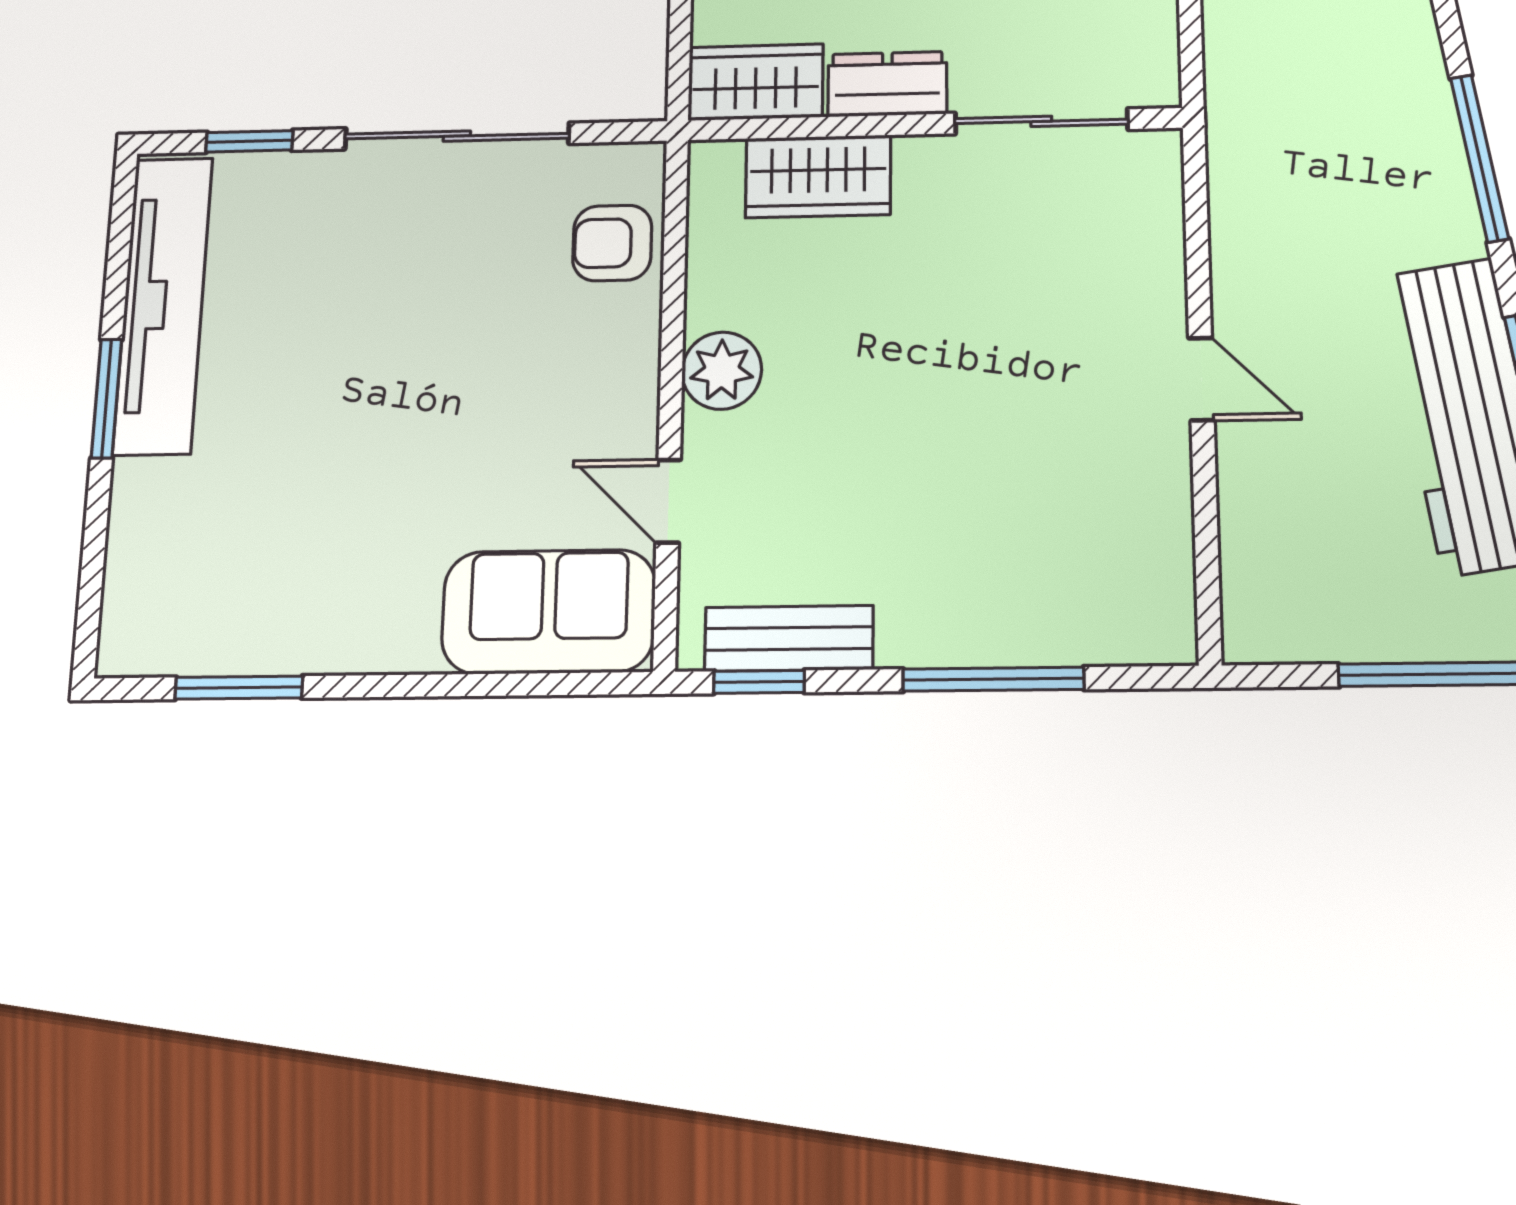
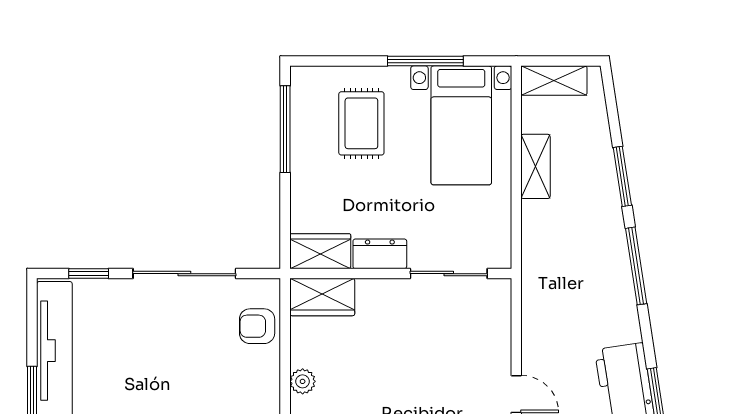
window: (1479, 158) -> (636, 266), moved
wardrobe: (818, 176) -> (322, 297), moved
plant: (722, 371) -> (303, 381), width x0.73, depth x0.73

